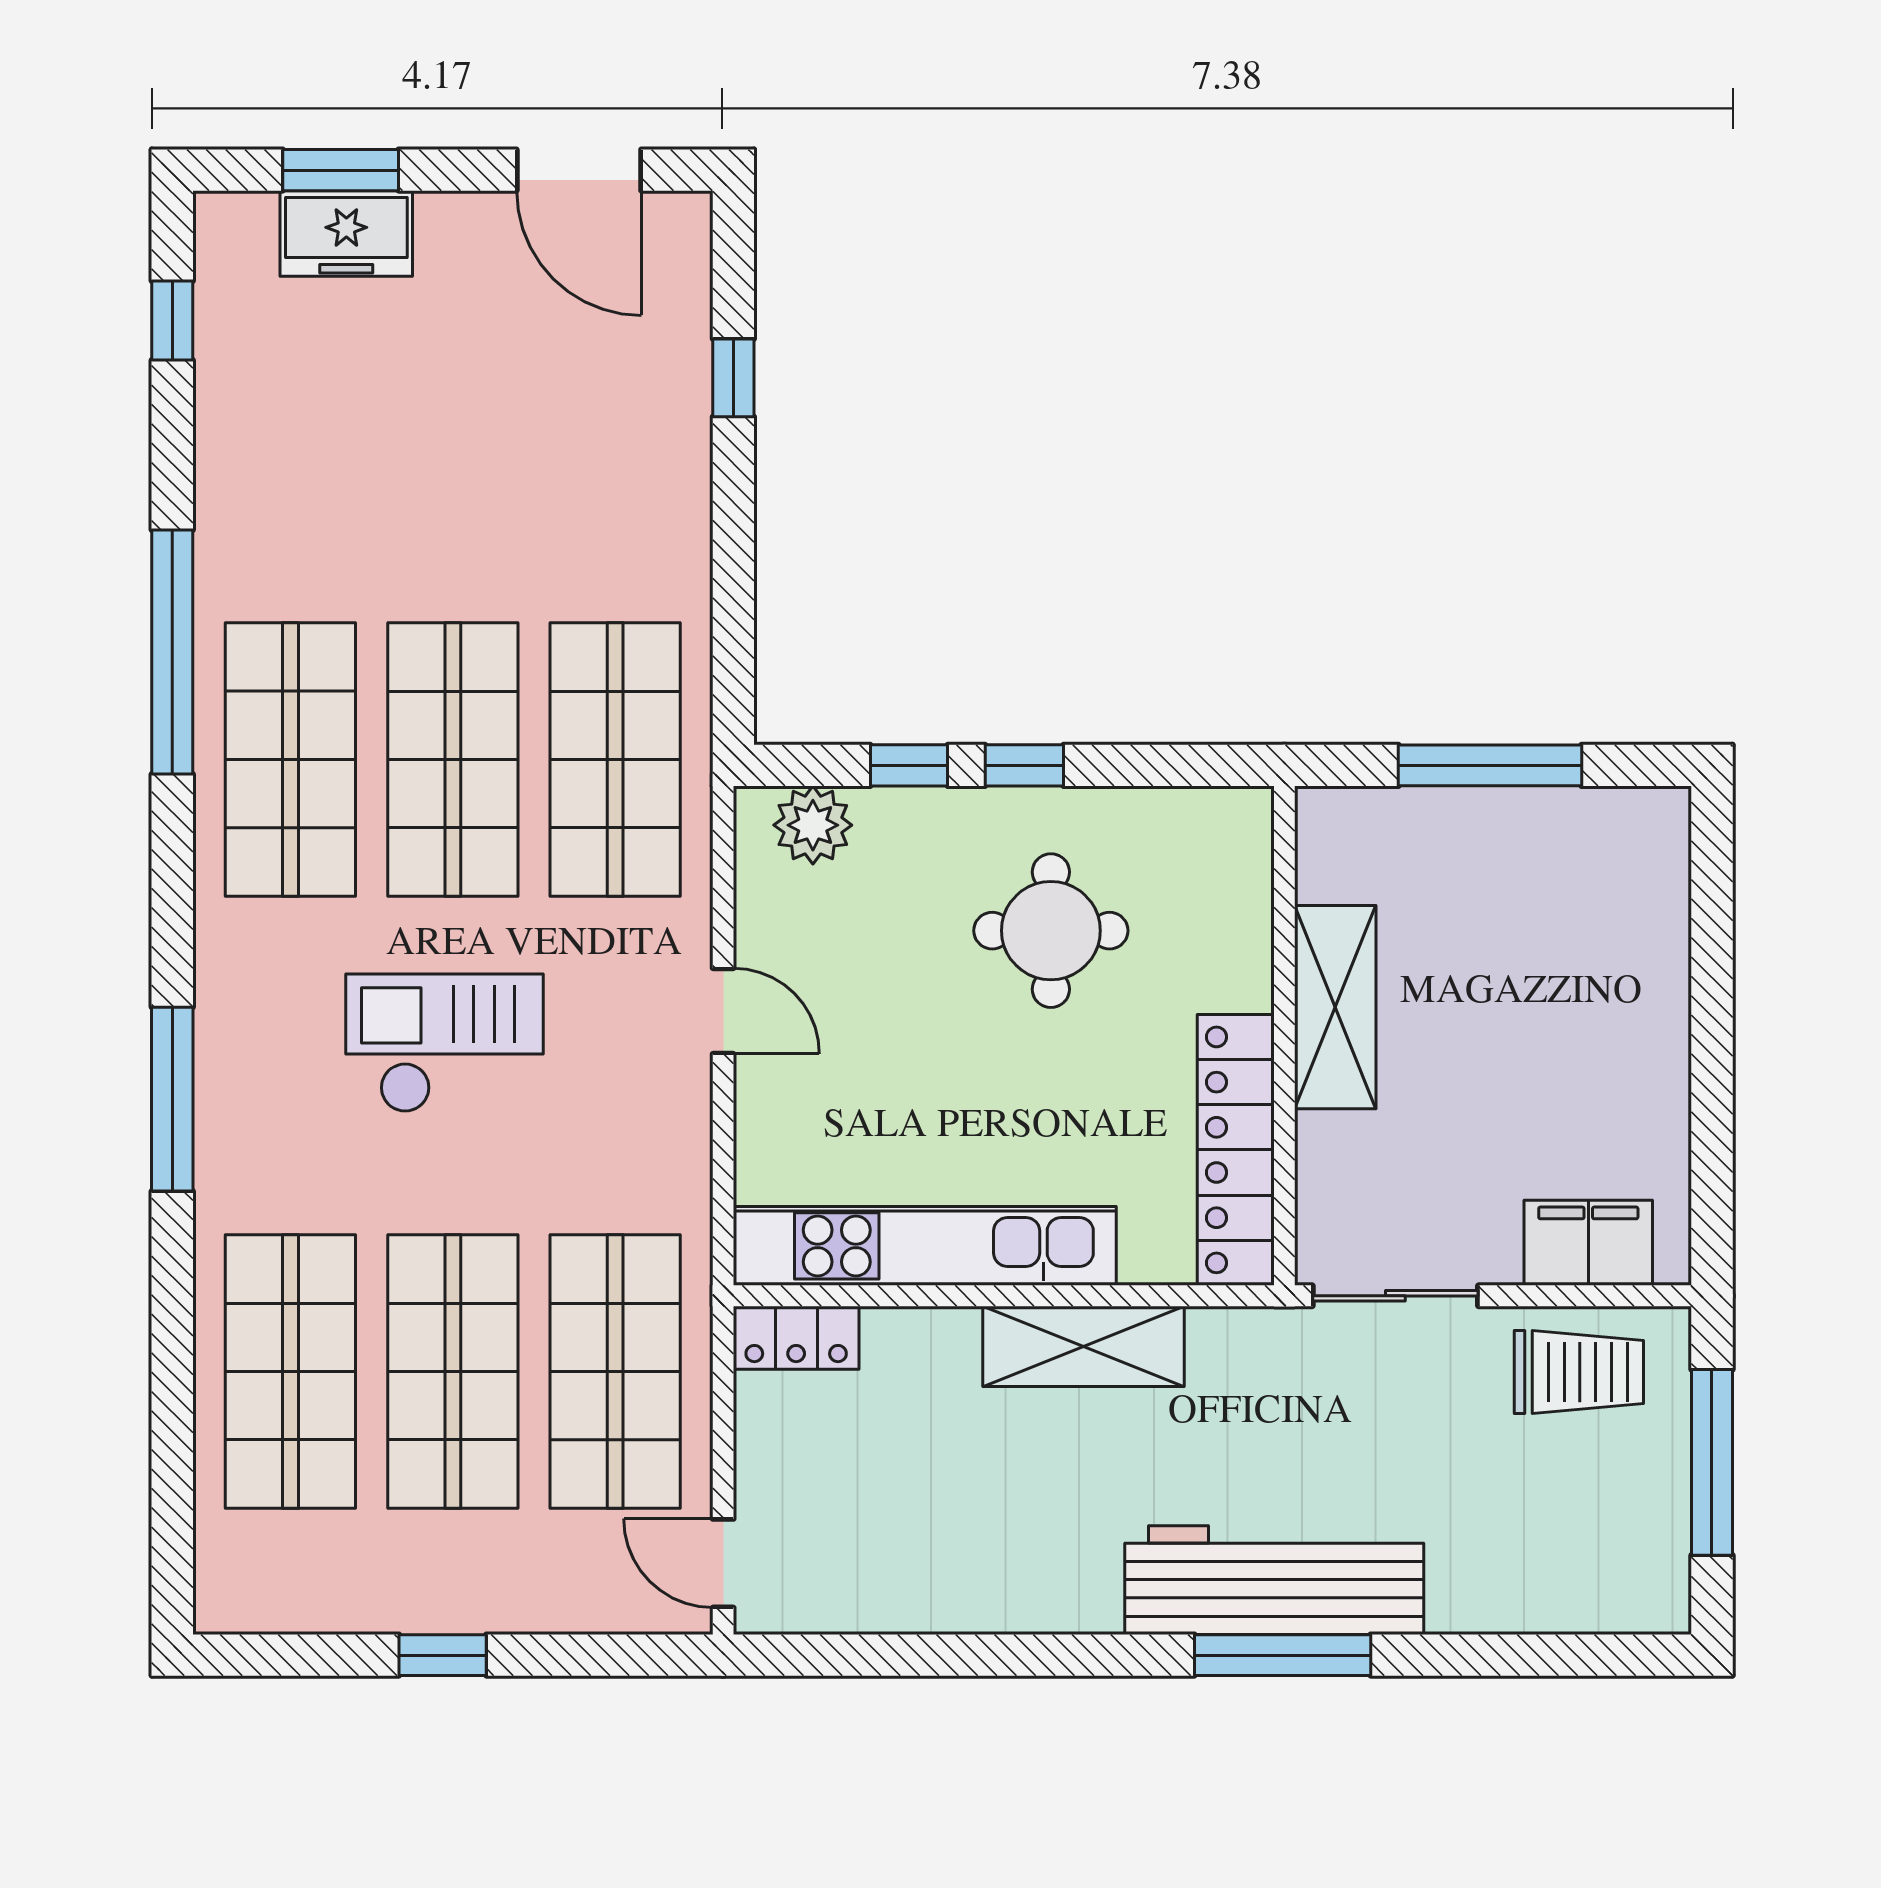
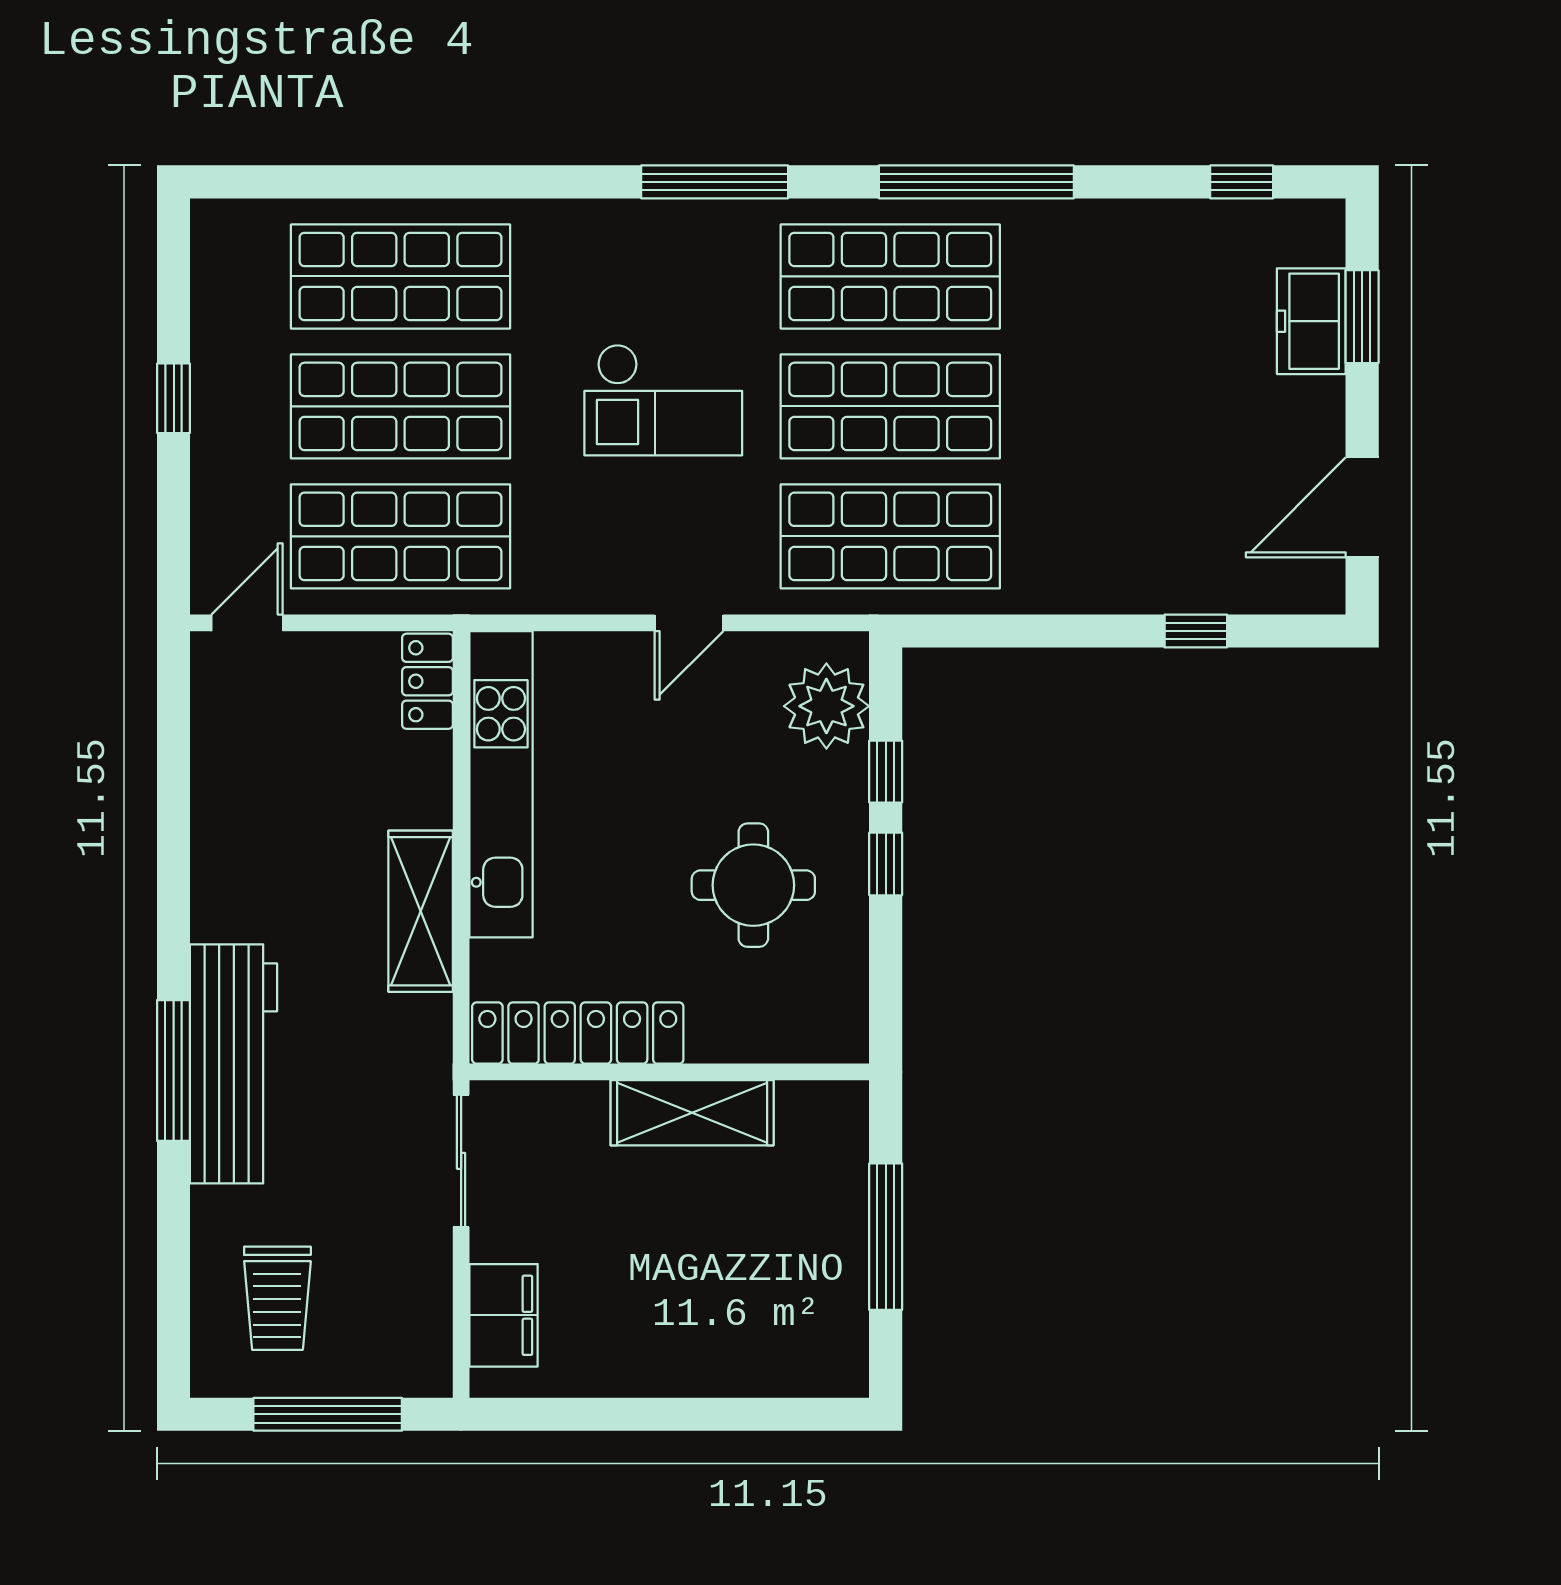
plant: (813, 825) -> (826, 706), width x1.36, depth x1.36
checkout: (445, 1043) -> (663, 400), turned 90
window: (172, 1099) -> (715, 182), moved
trolley: (1579, 1372) -> (277, 1298), moved

